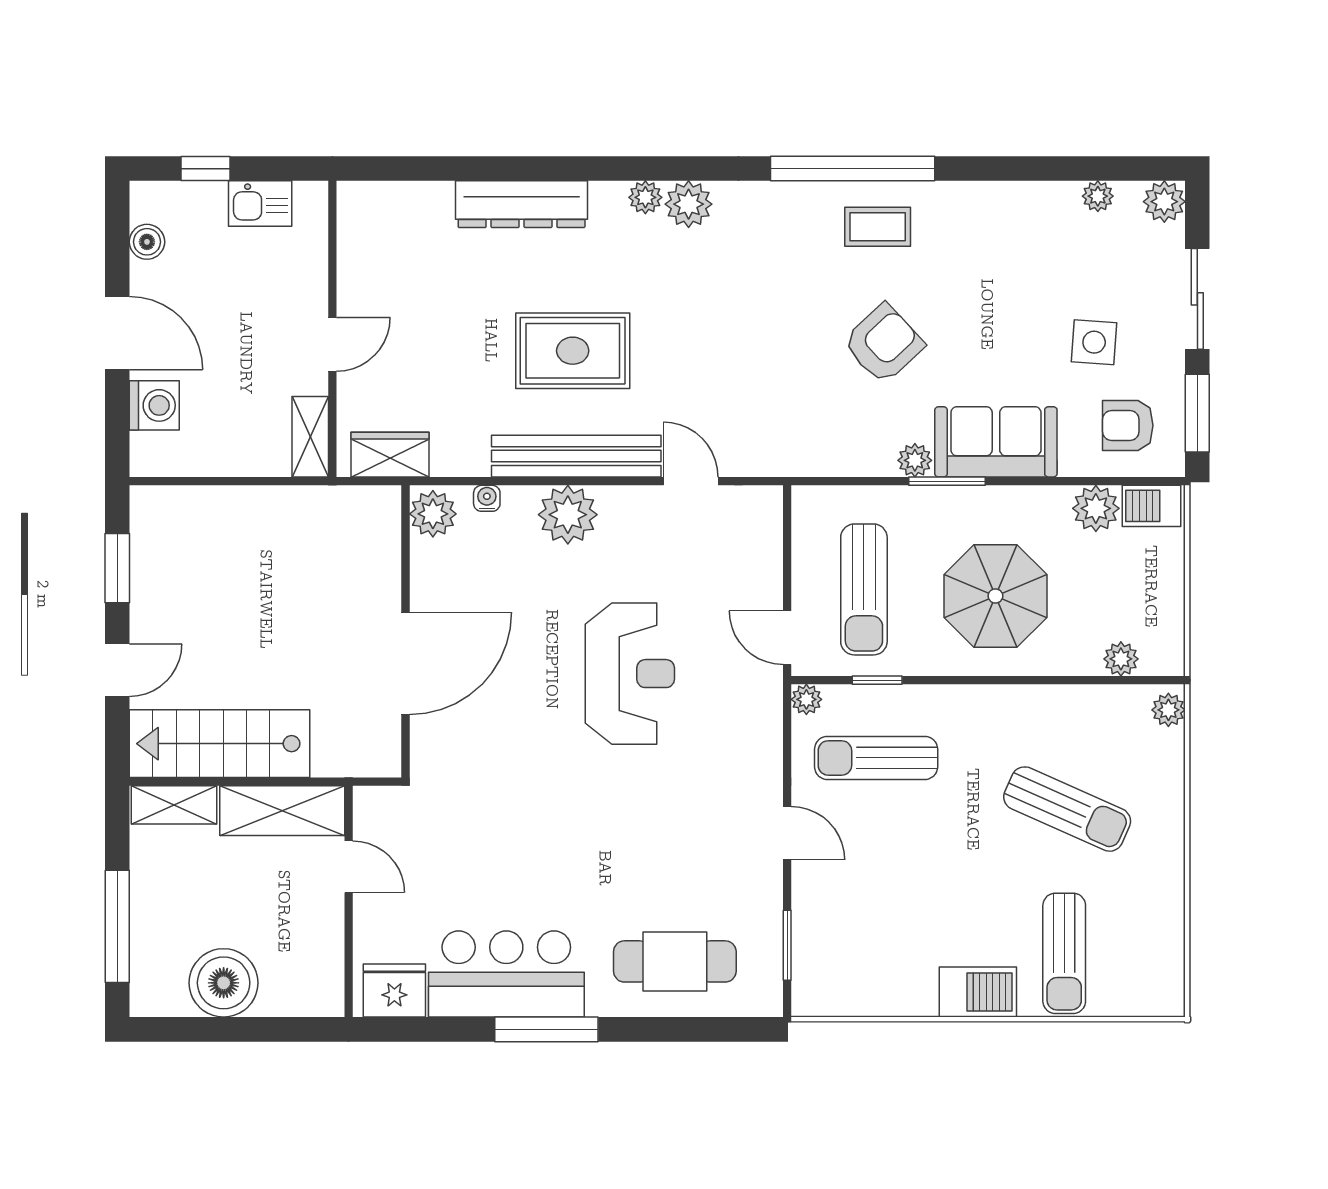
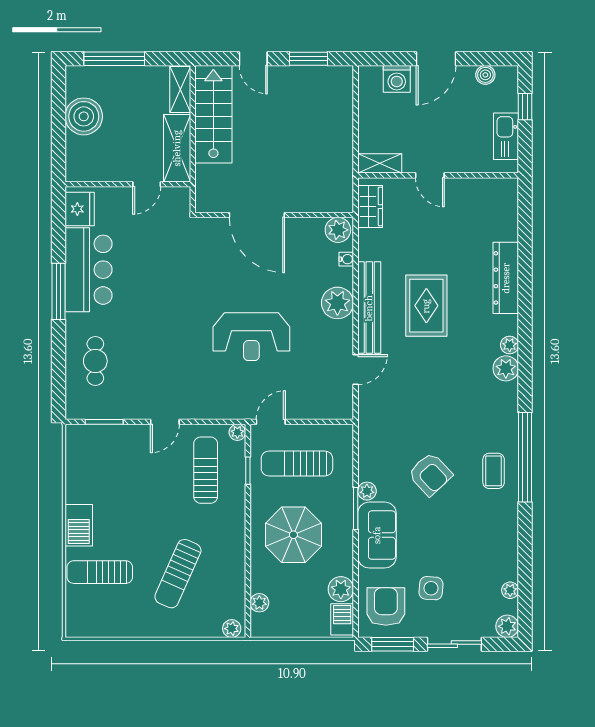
kitchen sink: (260, 204) -> (506, 136), width x1.38
armchair: (1128, 425) -> (386, 606), width x1.38, depth x1.38
cafe table: (675, 961) -> (95, 361), width x0.73, depth x0.74

